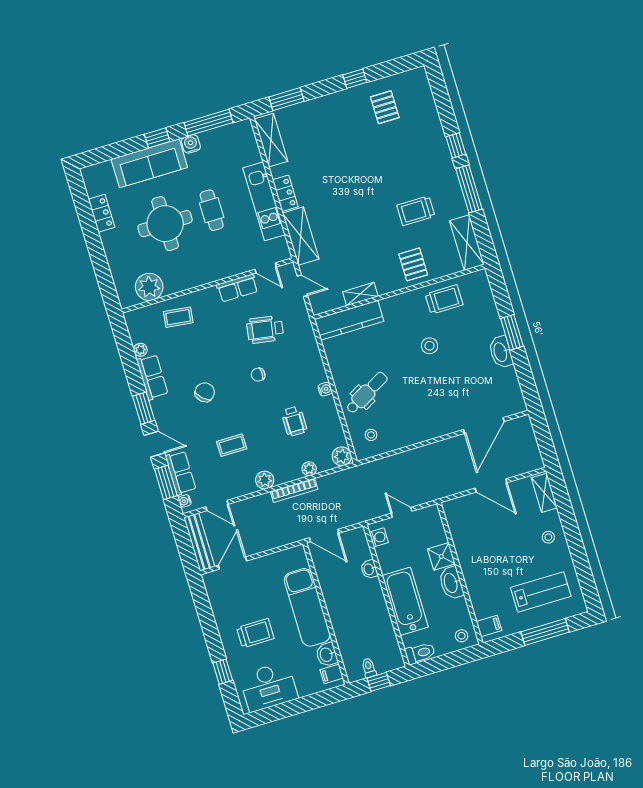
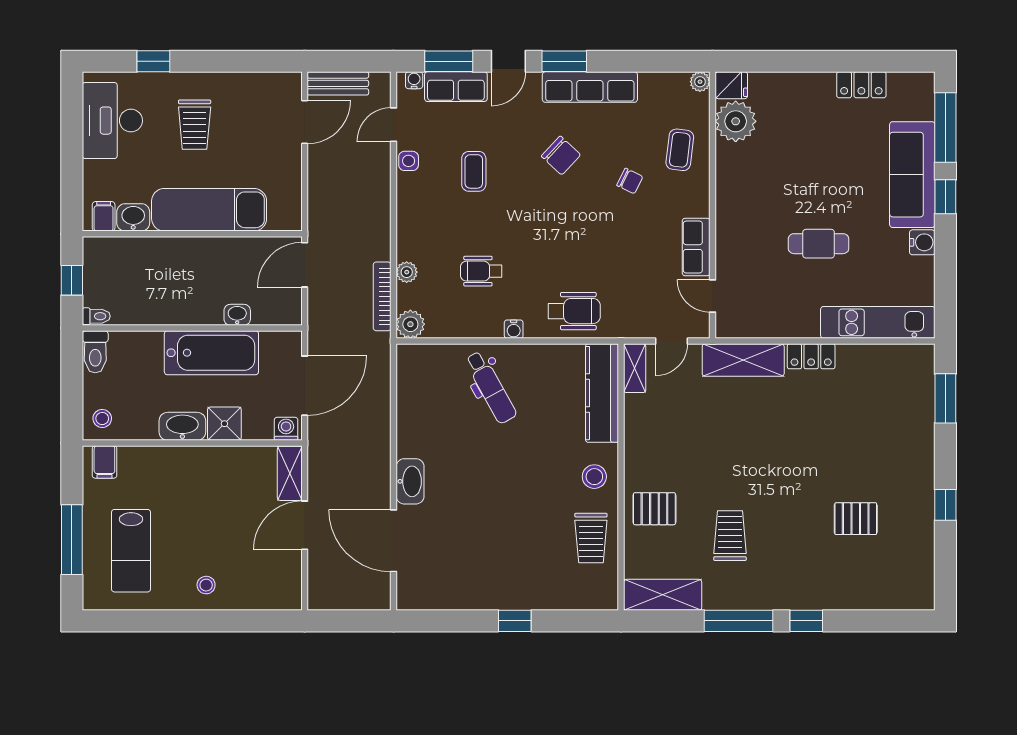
pallet: (385, 107) -> (856, 519), moved
window: (208, 123) -> (945, 127), moved
shelving: (271, 140) -> (893, 359), removed
kitchen unit: (264, 201) -> (878, 322), moved
round table: (165, 224) -> (819, 171), removed
door: (266, 268) -> (713, 296), hinge flipped
shelving: (360, 294) -> (635, 368), moved
fridge: (127, 297) -> (731, 85), added
wheelchair: (265, 329) -> (574, 311), moved, turned 81
window: (512, 332) -> (515, 621), width x0.67
stool: (429, 346) -> (594, 477), moved
plant: (140, 350) -> (700, 82), moved
washbasin: (501, 352) -> (410, 481), moved, turned 90
chair: (258, 375) -> (630, 181), moved, turned 116
row of seats: (152, 377) -> (590, 87), width x1.48
stool: (371, 435) -> (429, 375), removed
plant: (265, 480) -> (410, 204), removed
side table: (237, 489) -> (409, 161), added
bookcase: (294, 490) -> (382, 296), moved
shelving: (544, 493) -> (290, 473), moved, turned 90
door: (402, 512) -> (305, 386), width x1.87
washing machine: (379, 537) -> (286, 429), moved, turned 180
bench: (199, 542) -> (338, 83), width x0.73
door: (233, 563) -> (305, 122), hinge flipped
bathtub: (405, 601) -> (211, 353), moved
toilet: (369, 668) -> (96, 316), moved

